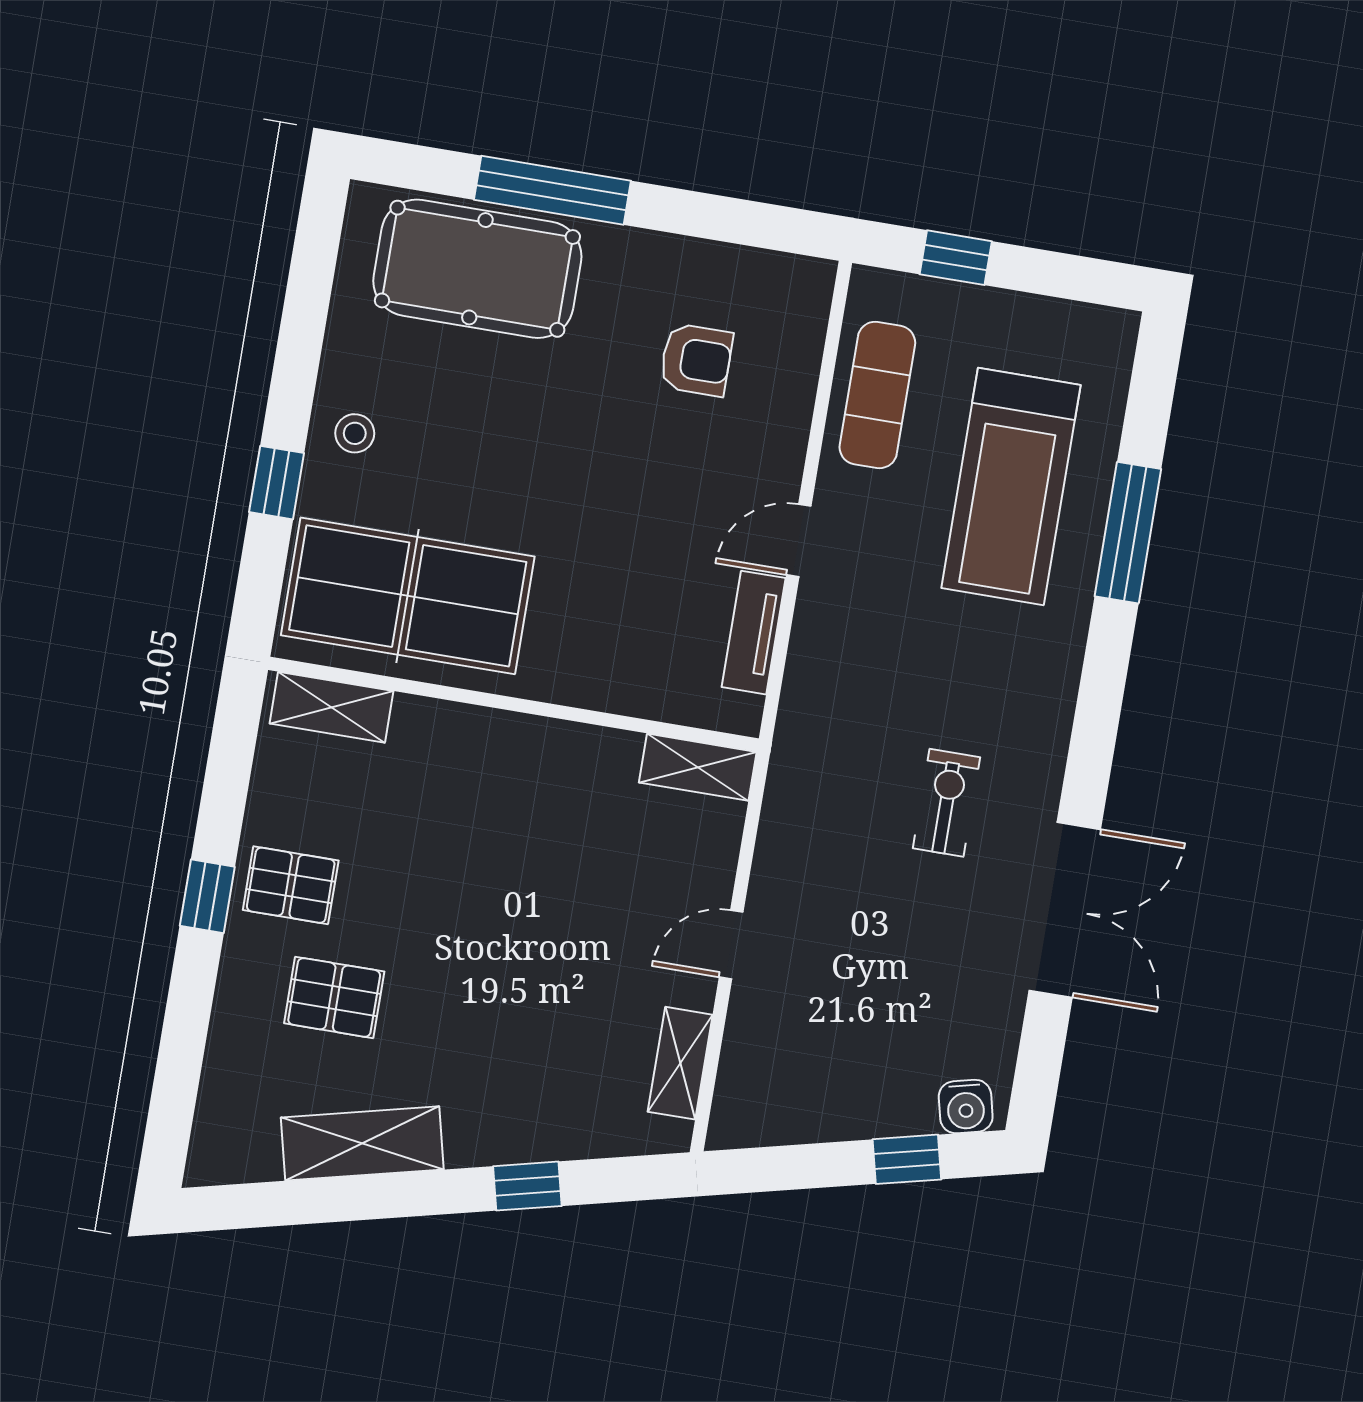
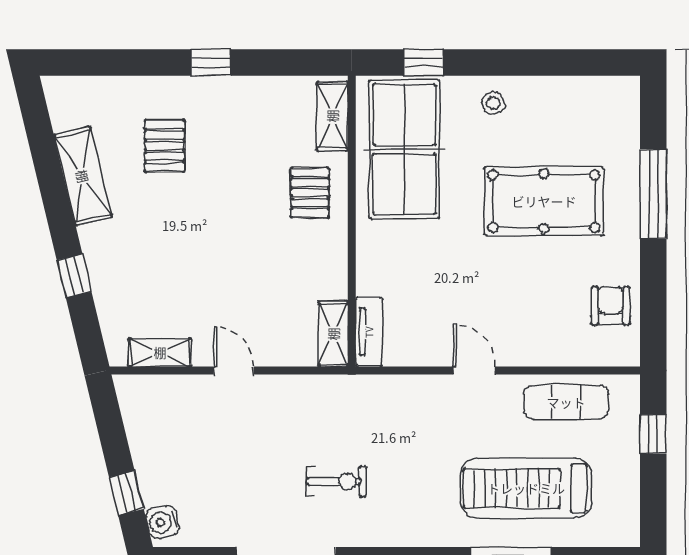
pool table: (477, 269) -> (544, 201), moved, turned 90
armchair: (696, 360) -> (611, 306), moved, turned 180
window: (277, 483) -> (424, 63), moved
tv unit: (754, 633) -> (369, 332), moved, turned 90
pallet: (291, 885) -> (310, 193), moved

